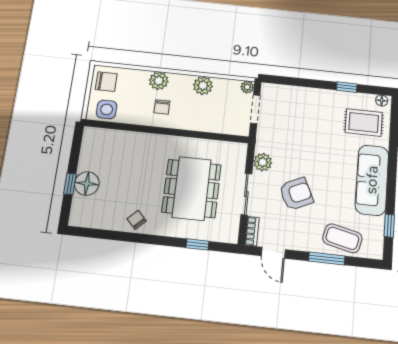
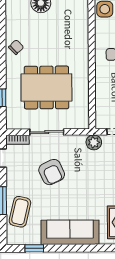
plant: (263, 162) -> (94, 142), moved

